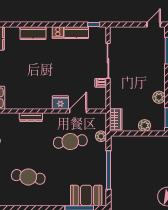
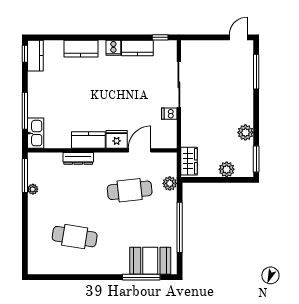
kitchen counter: (39, 103) -> (88, 140), added

